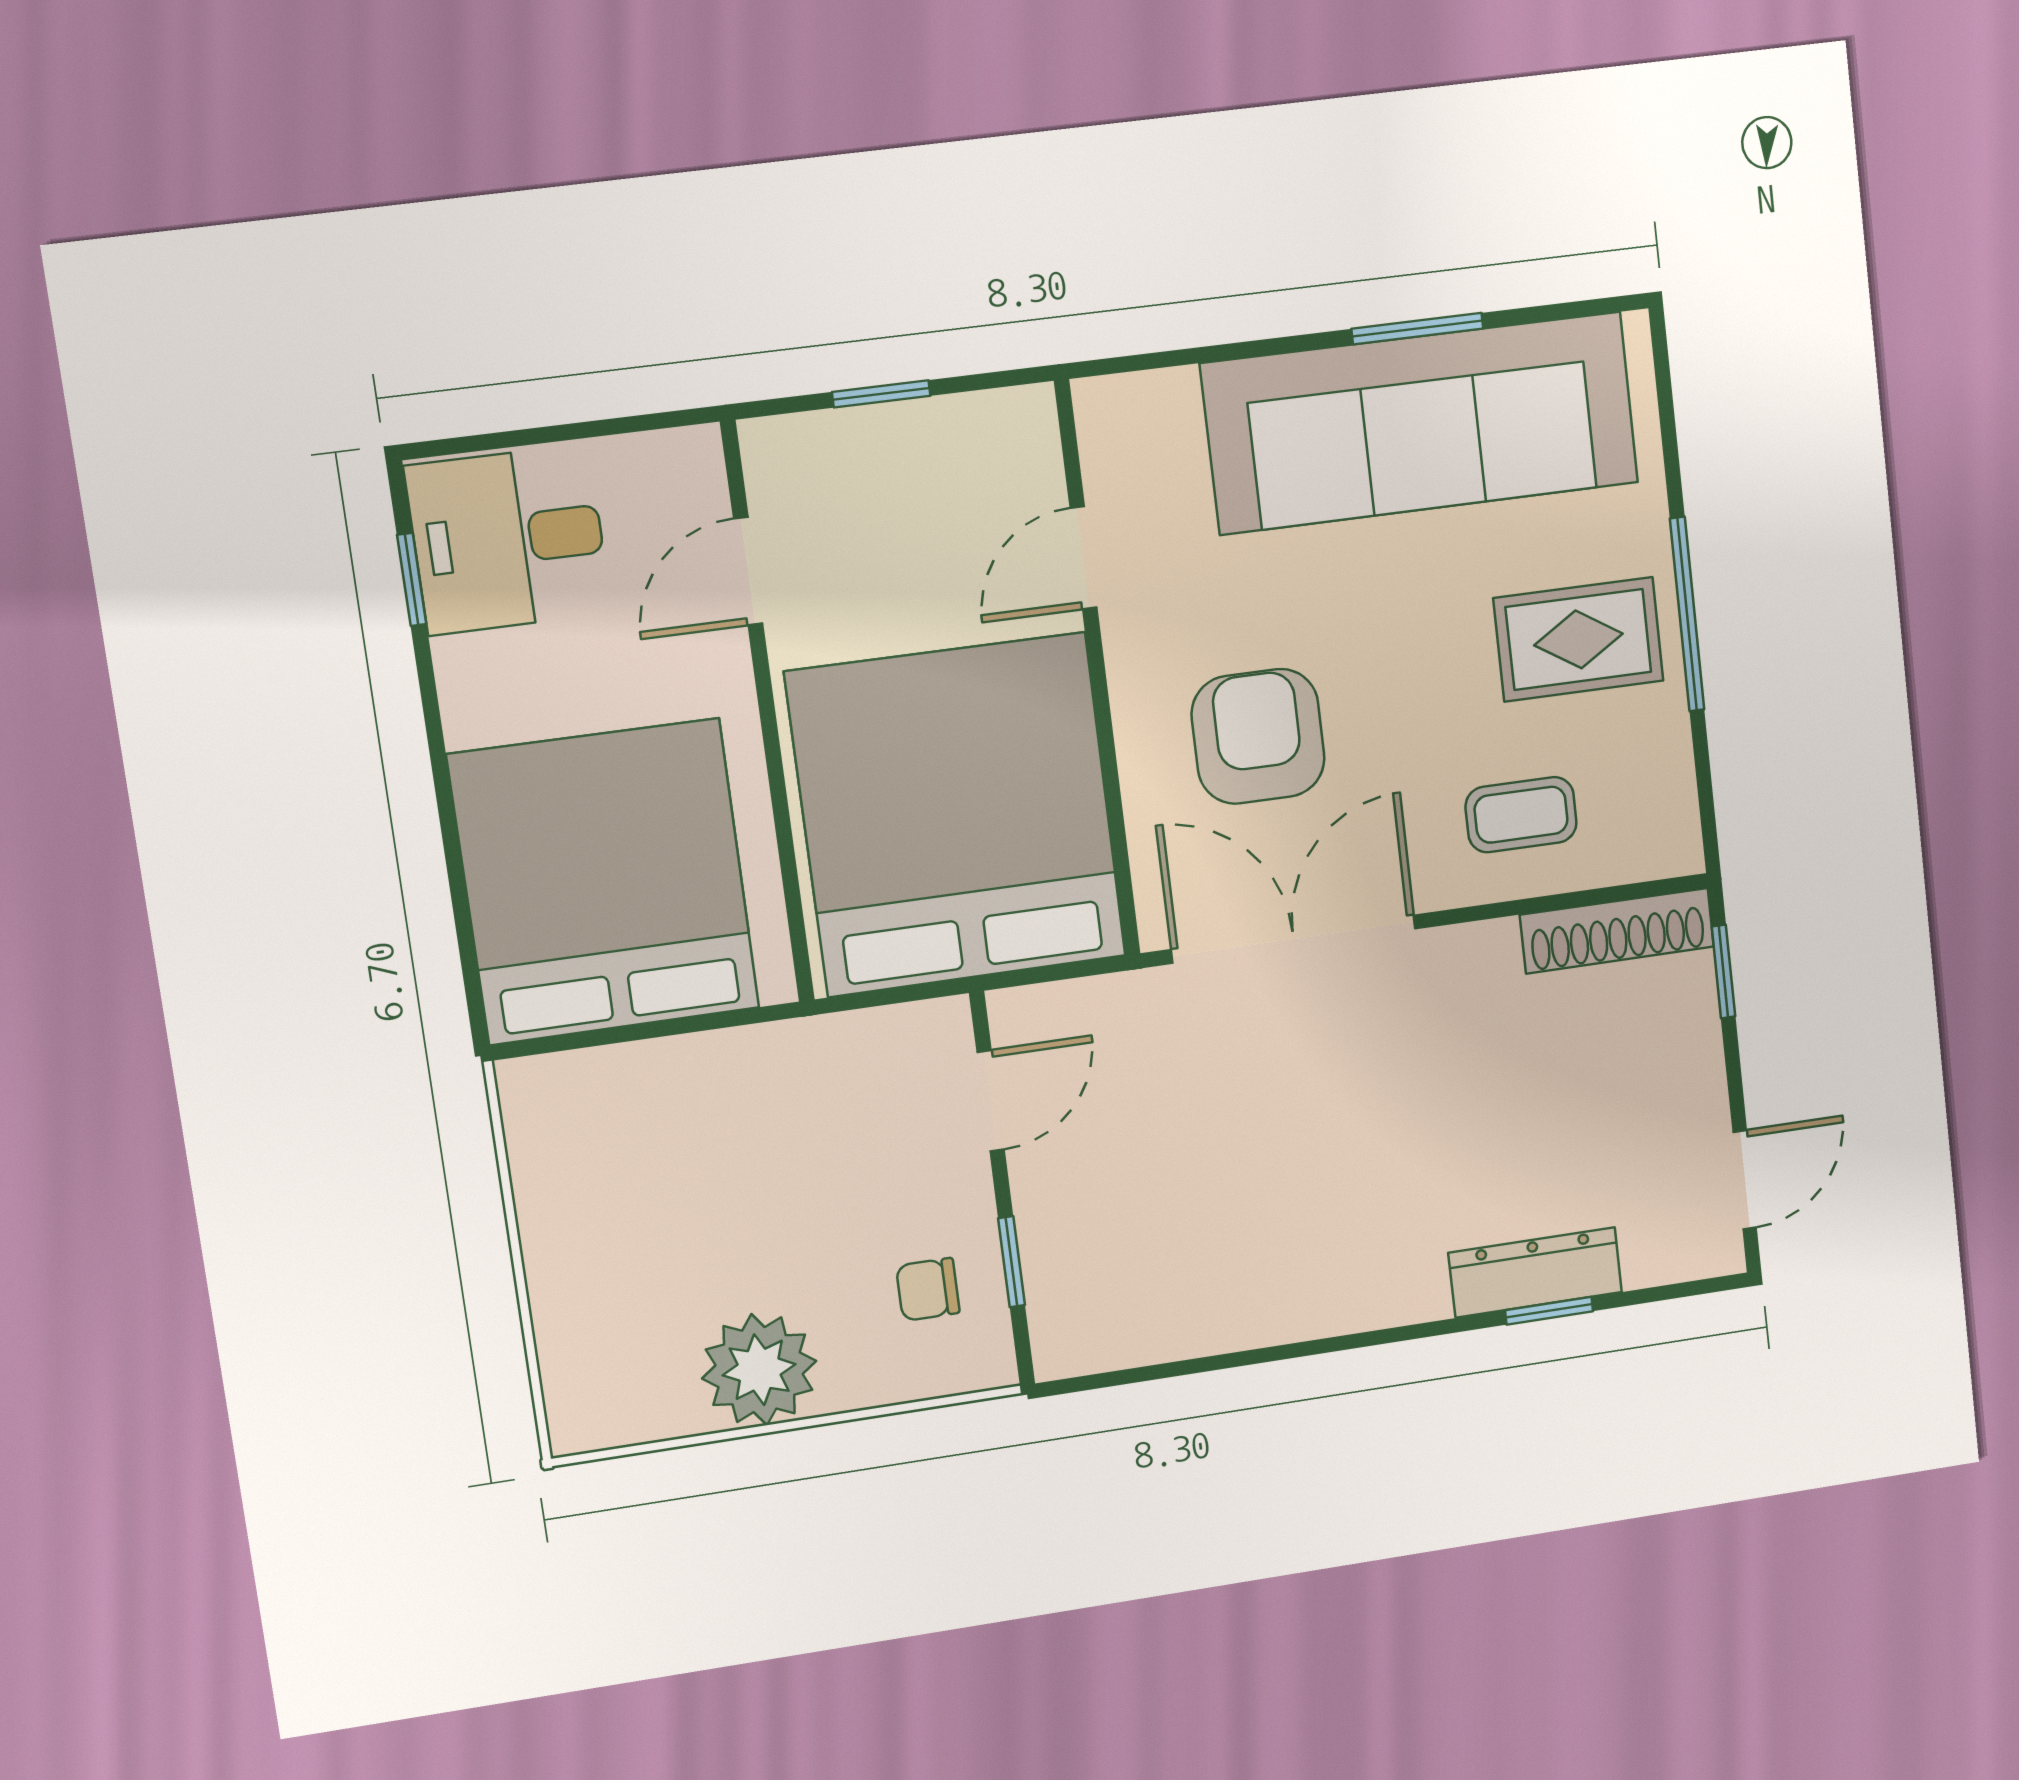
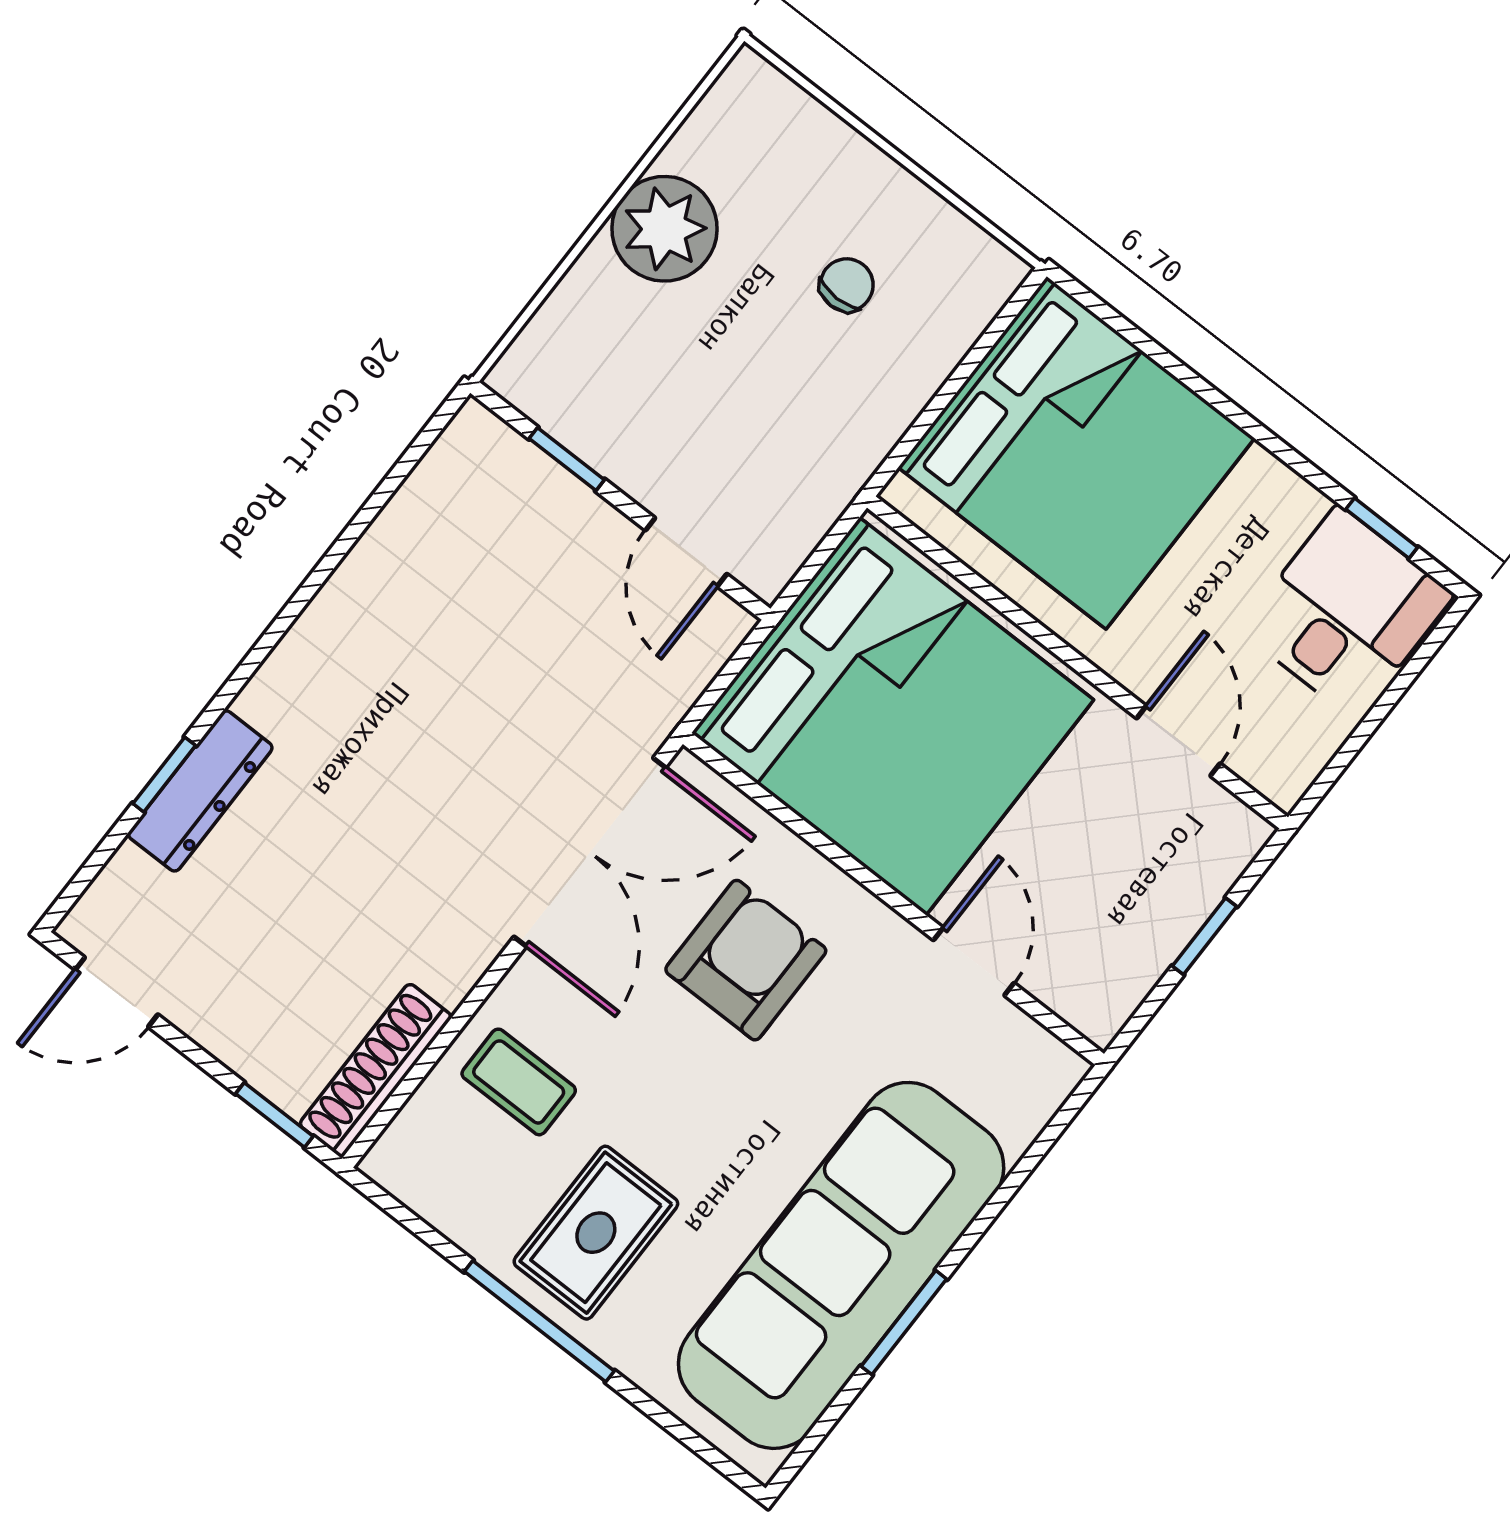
armchair: (1258, 736) -> (746, 960), turned -90
coffee table: (1521, 815) -> (519, 1082), turned 90
door: (1745, 1180) -> (117, 992), hinge flipped
chair: (928, 1289) -> (847, 285), moved

